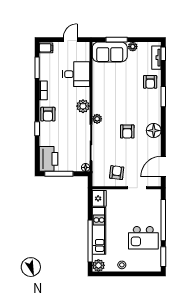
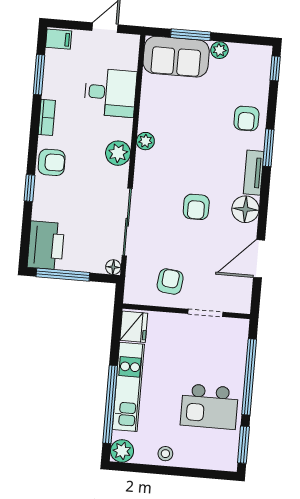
tv unit: (156, 58) -> (254, 173), moved
armchair: (48, 114) -> (52, 162), turned -90
plant: (97, 119) -> (145, 141), moved
door: (163, 167) -> (259, 259), moved

